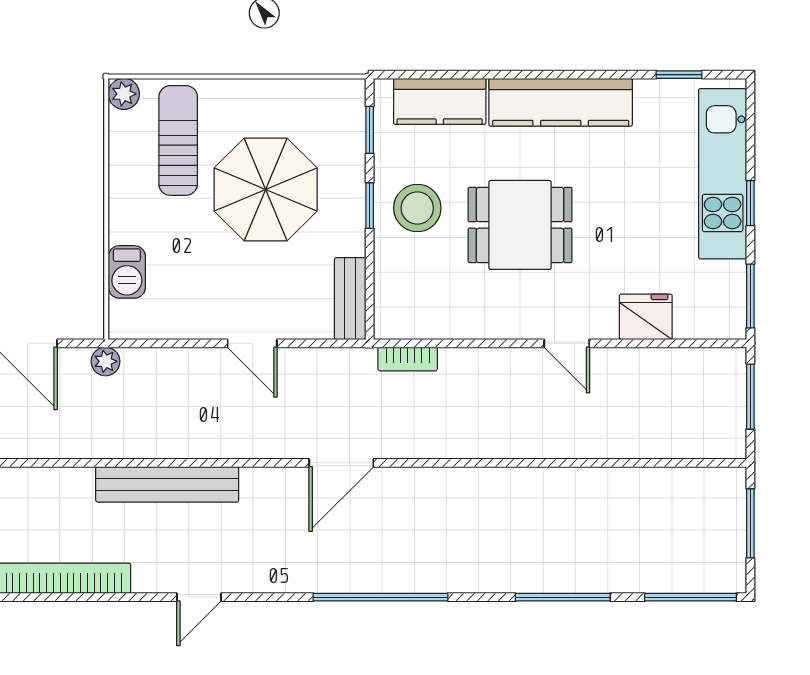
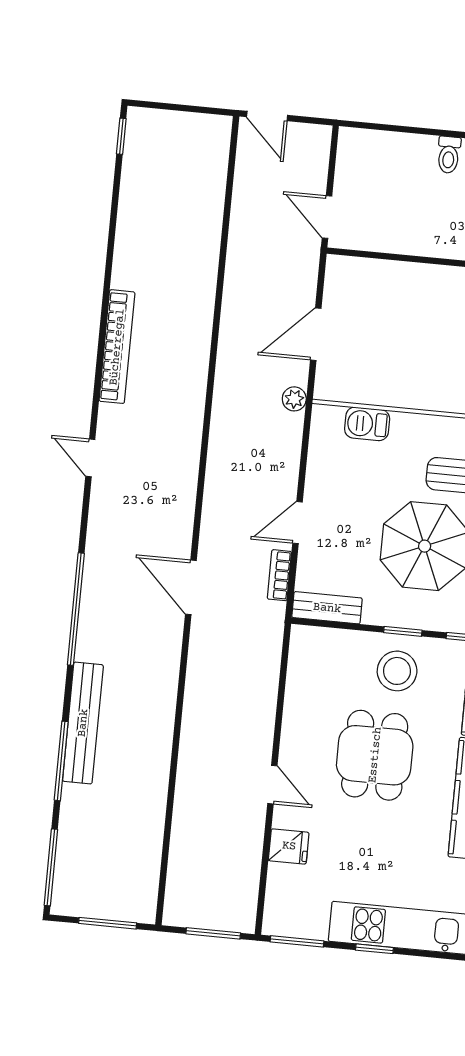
fridge: (646, 317) -> (289, 846), width x0.72
door: (567, 343) -> (272, 785), swing flipped
bookcase: (408, 359) -> (279, 575), moved
bench: (167, 484) -> (83, 723), moved

